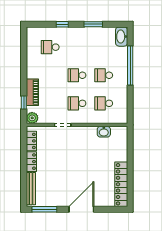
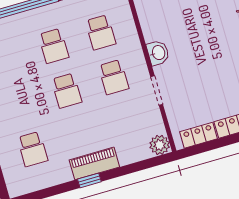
piano: (32, 92) -> (94, 163), moved
window: (24, 102) -> (89, 180), moved
washbasin: (104, 132) -> (158, 53), moved

